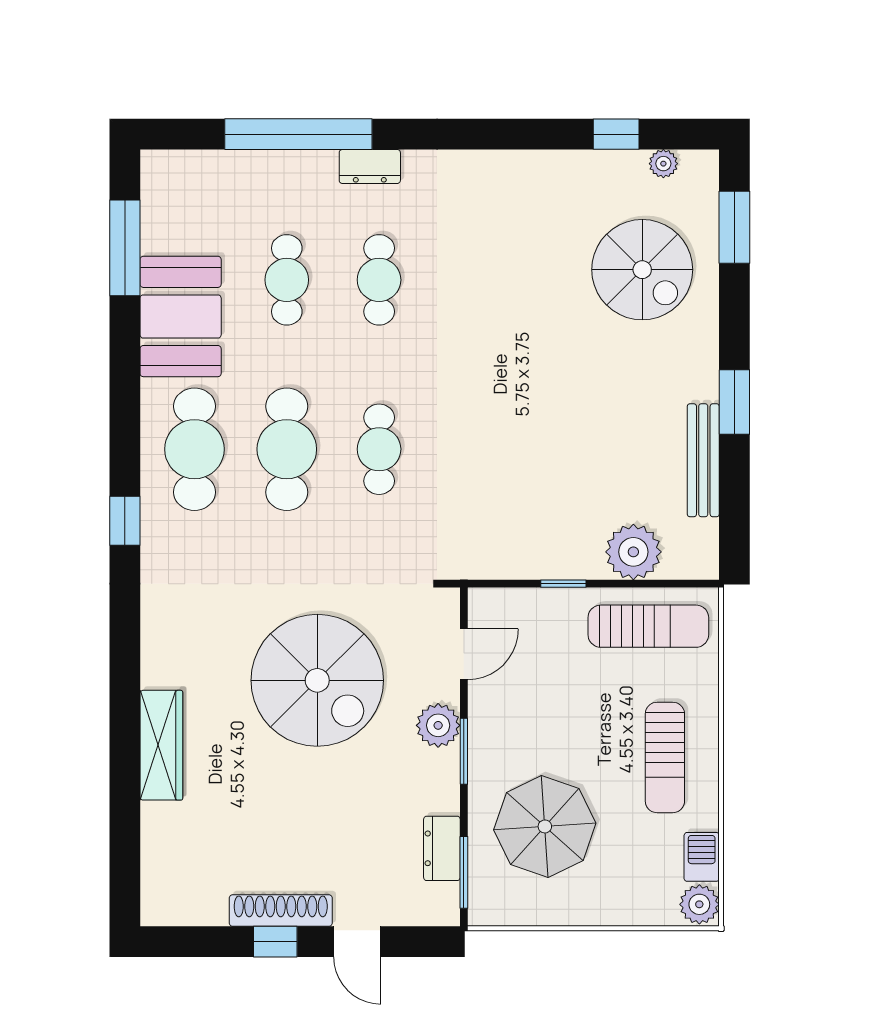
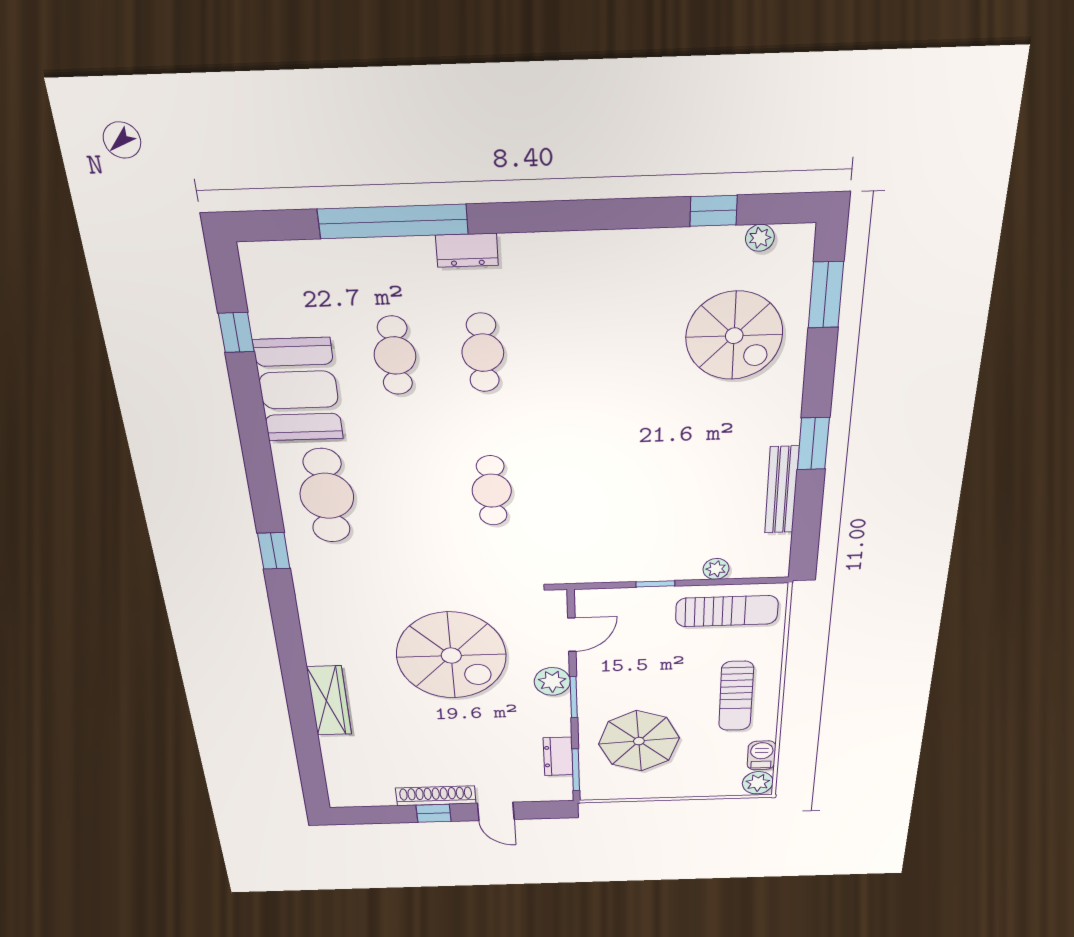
window: (125, 248) -> (236, 332), width x0.46
cafe table: (287, 449) -> (409, 493), removed
plant: (633, 552) -> (716, 569), width x0.53, depth x0.53

